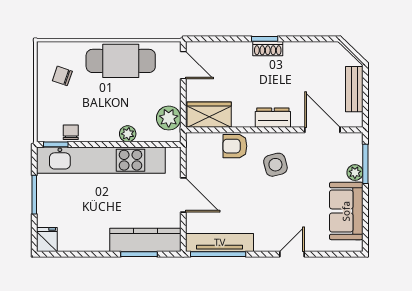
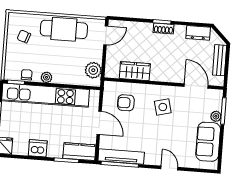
door: (183, 65) -> (106, 35), hinge flipped
wardrobe: (209, 115) -> (135, 71), moved
dresser: (273, 118) -> (198, 33), moved, turned 180
plant: (128, 134) -> (46, 77), moved
armchair: (235, 146) -> (126, 103), moved
dishwasher: (95, 240) -> (38, 148), added
kitchen counter: (145, 240) -> (79, 152), width x0.67
door: (292, 254) -> (169, 168), hinge flipped

